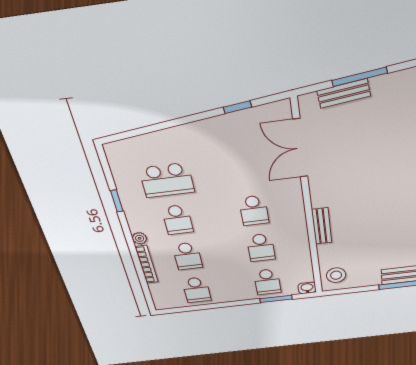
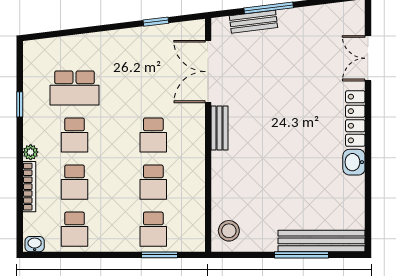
bench: (322, 226) -> (220, 128), moved
washbasin: (307, 288) -> (35, 244), moved

